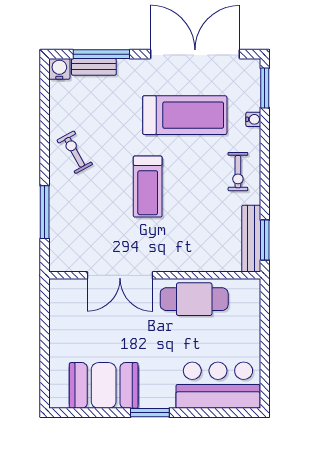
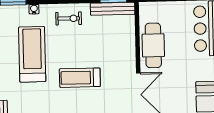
treadmill: (148, 187) -> (80, 78), turned 180

